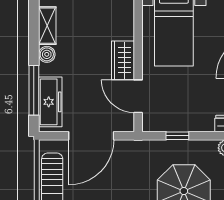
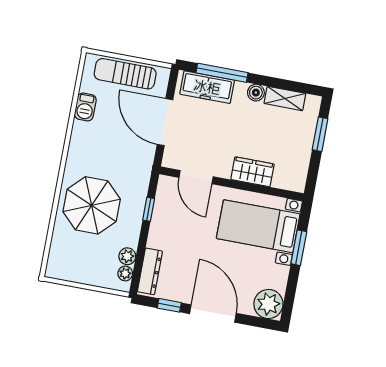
wardrobe: (123, 60) -> (252, 172), moved
door: (138, 96) -> (196, 177), swing flipped

